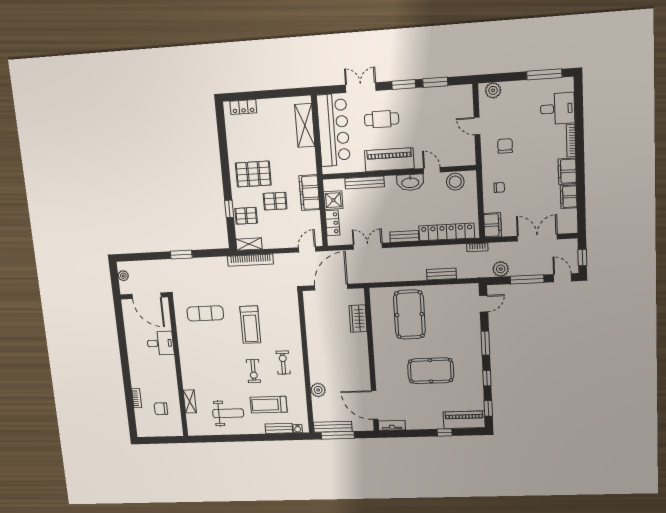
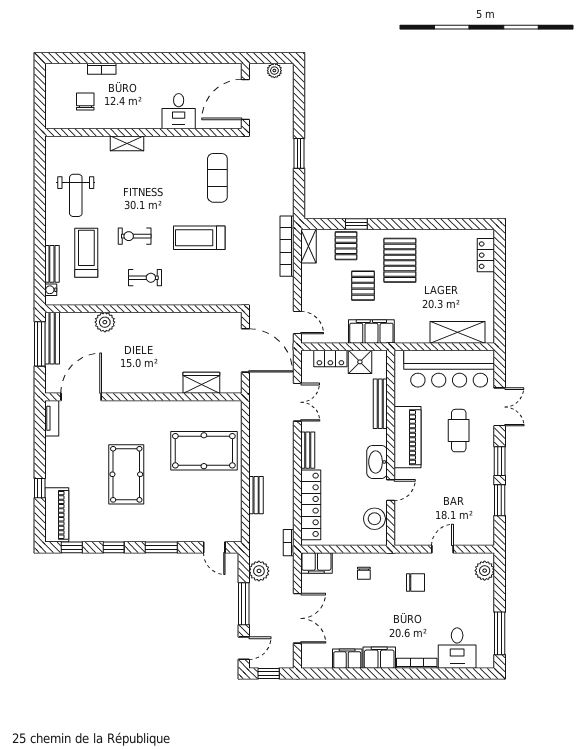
shelving: (190, 401) -> (127, 143), moved

